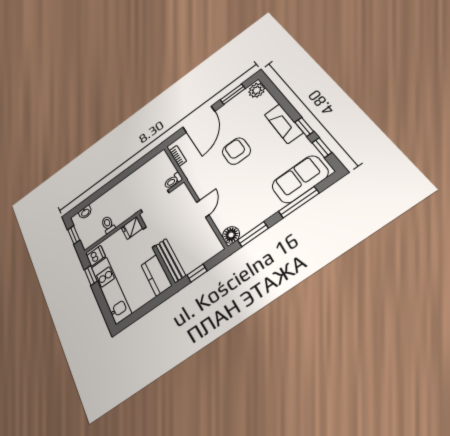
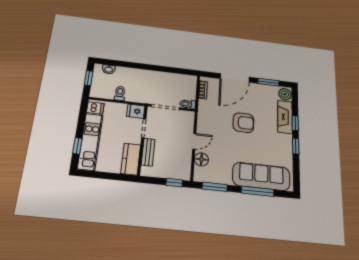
fireplace: (284, 124) -> (285, 117), moved
window: (322, 148) -> (295, 123), moved
armchair: (236, 151) -> (243, 123), turned 90
sofa: (300, 179) -> (261, 176), width x1.36
floor lamp: (231, 235) -> (201, 159), moved
bench: (170, 260) -> (148, 152), width x0.73
window: (197, 273) -> (174, 183), moved
window: (91, 275) -> (77, 146), moved

